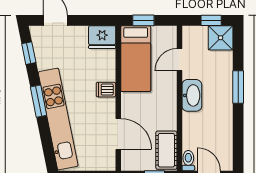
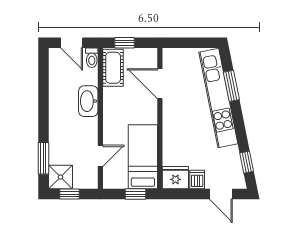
window: (238, 87) -> (43, 158), moved
dishwasher: (106, 90) -> (197, 180), moved, turned -90
washbasin: (192, 95) -> (88, 101), moved
window: (38, 101) -> (231, 86), moved

